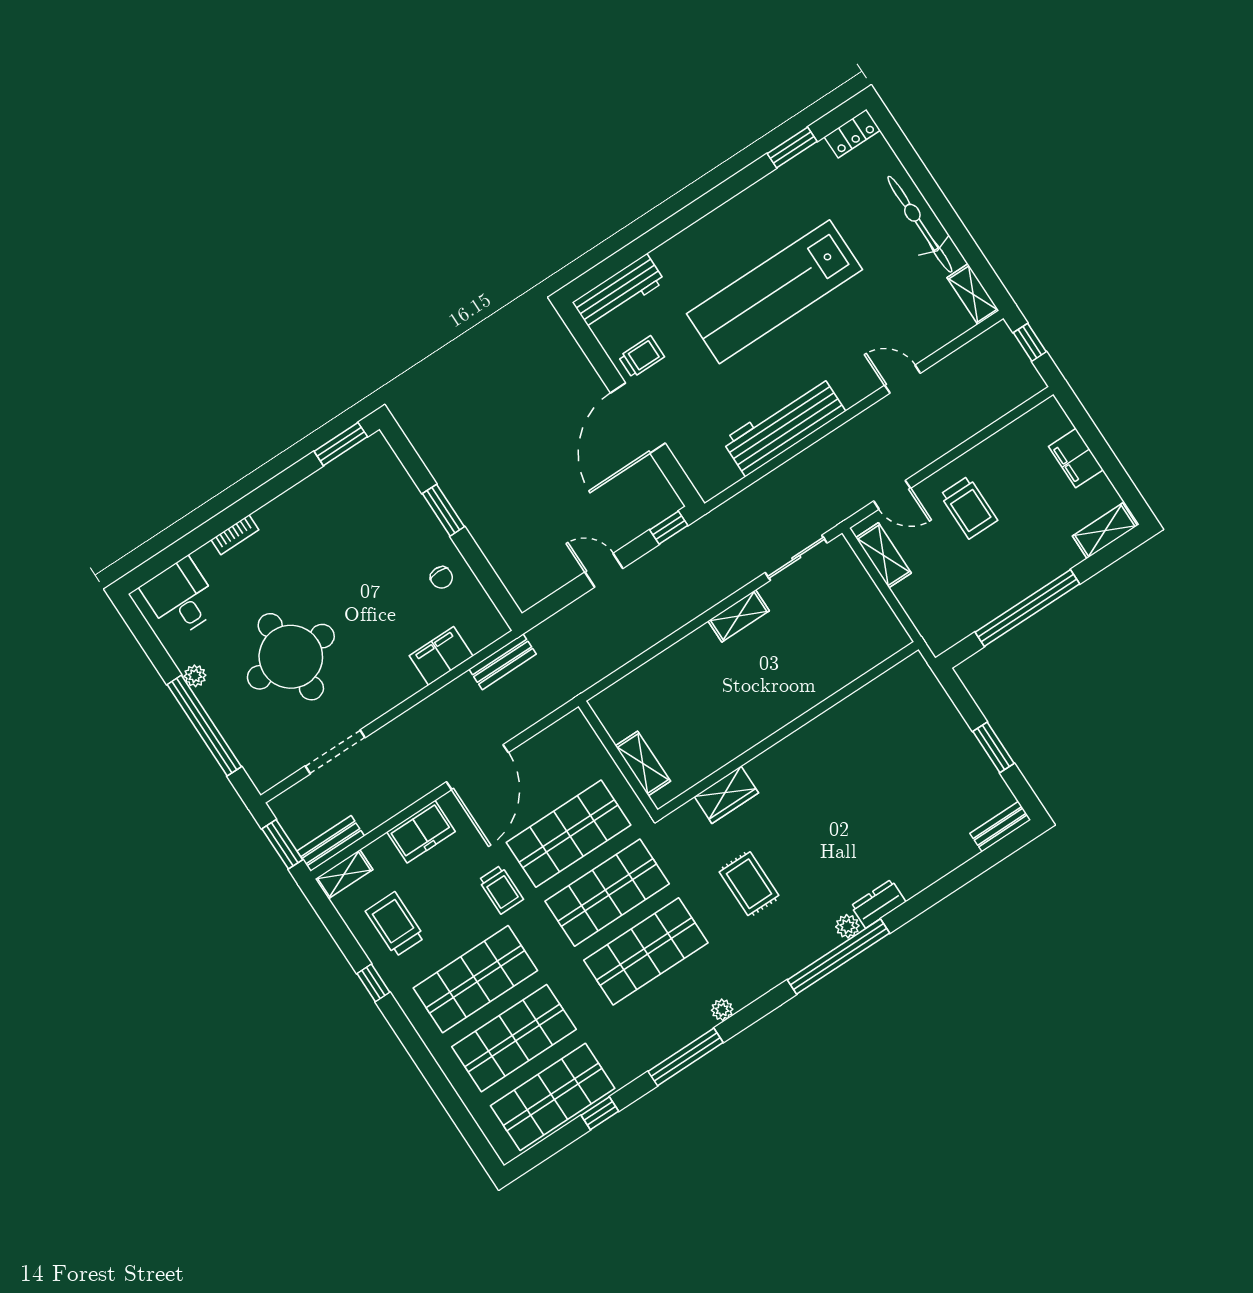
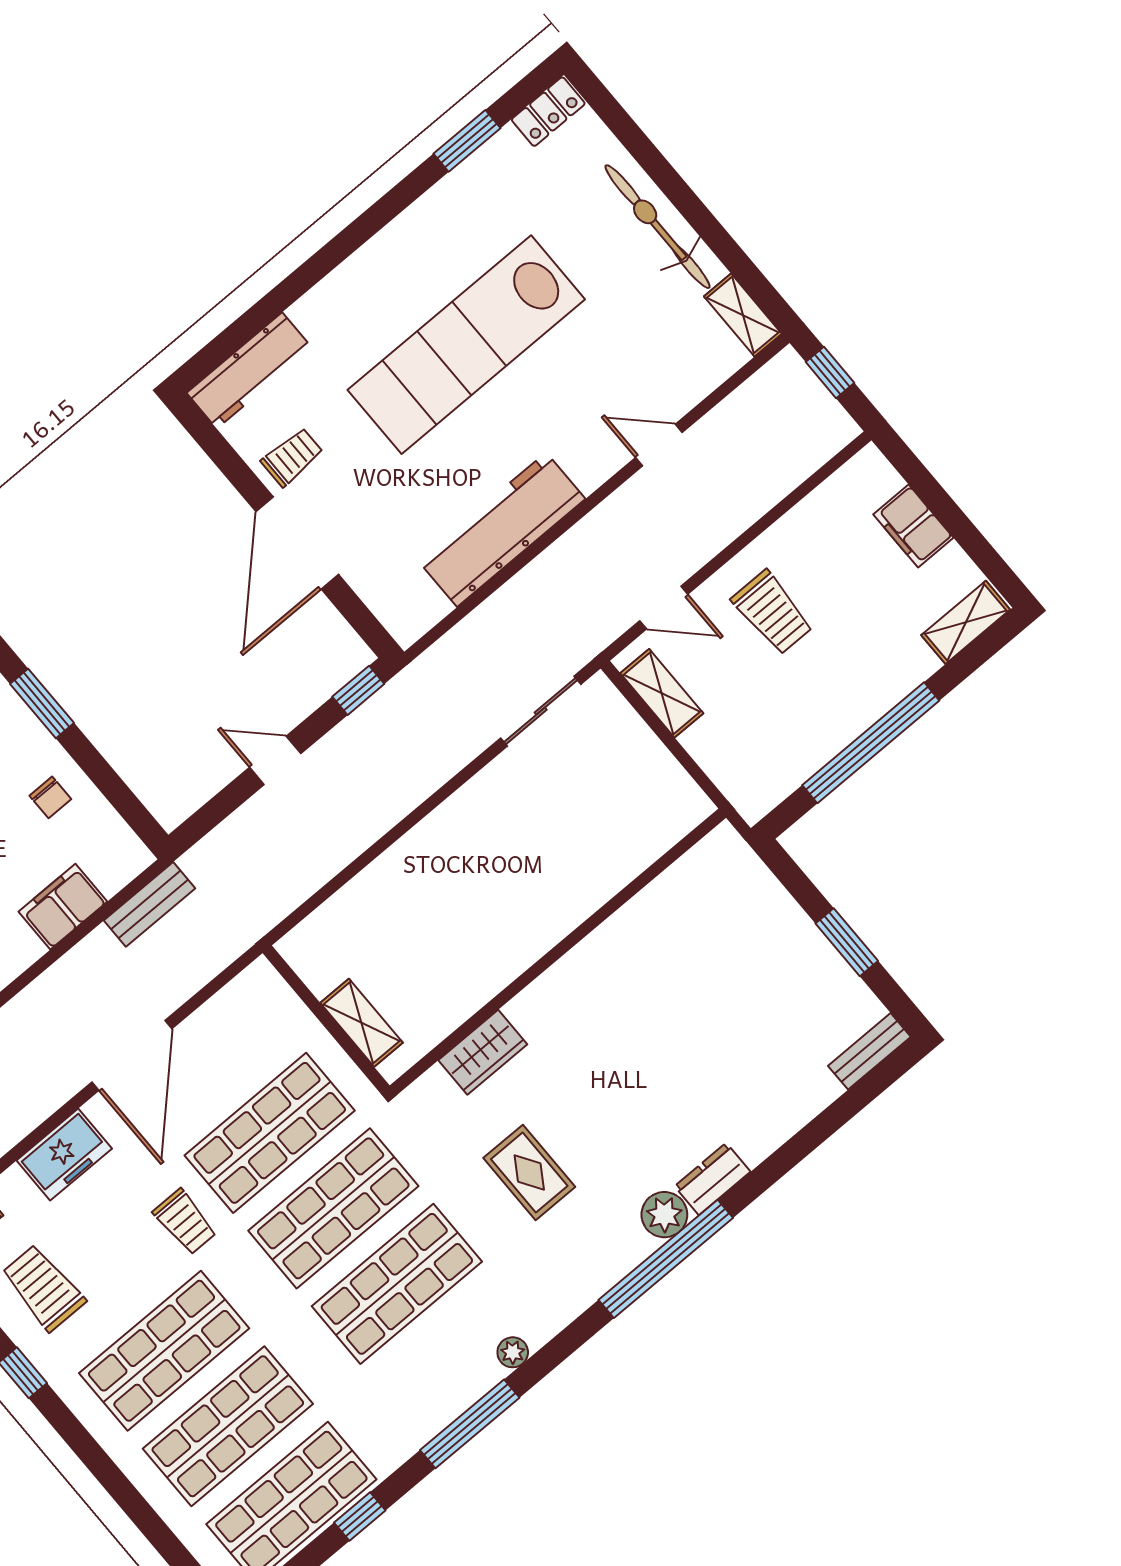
shelving: (739, 616) -> (470, 802), removed
plant: (847, 926) -> (664, 1215), width x1.38, depth x1.38

